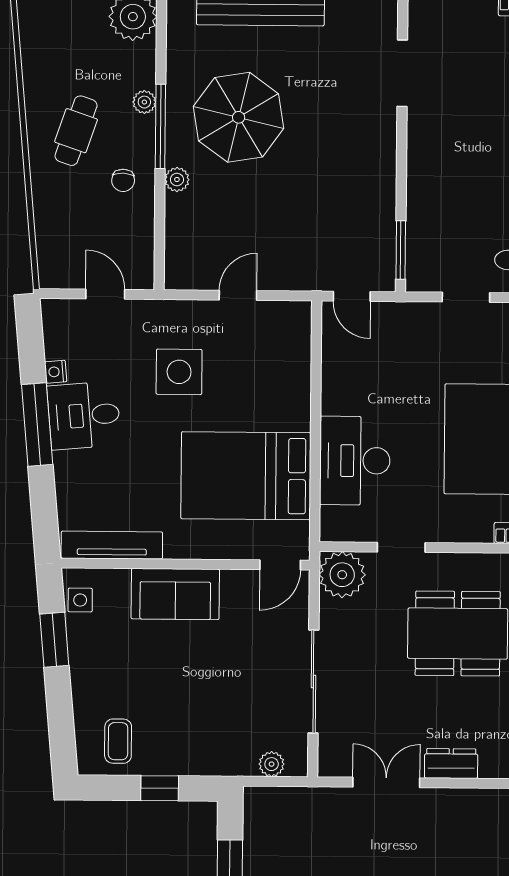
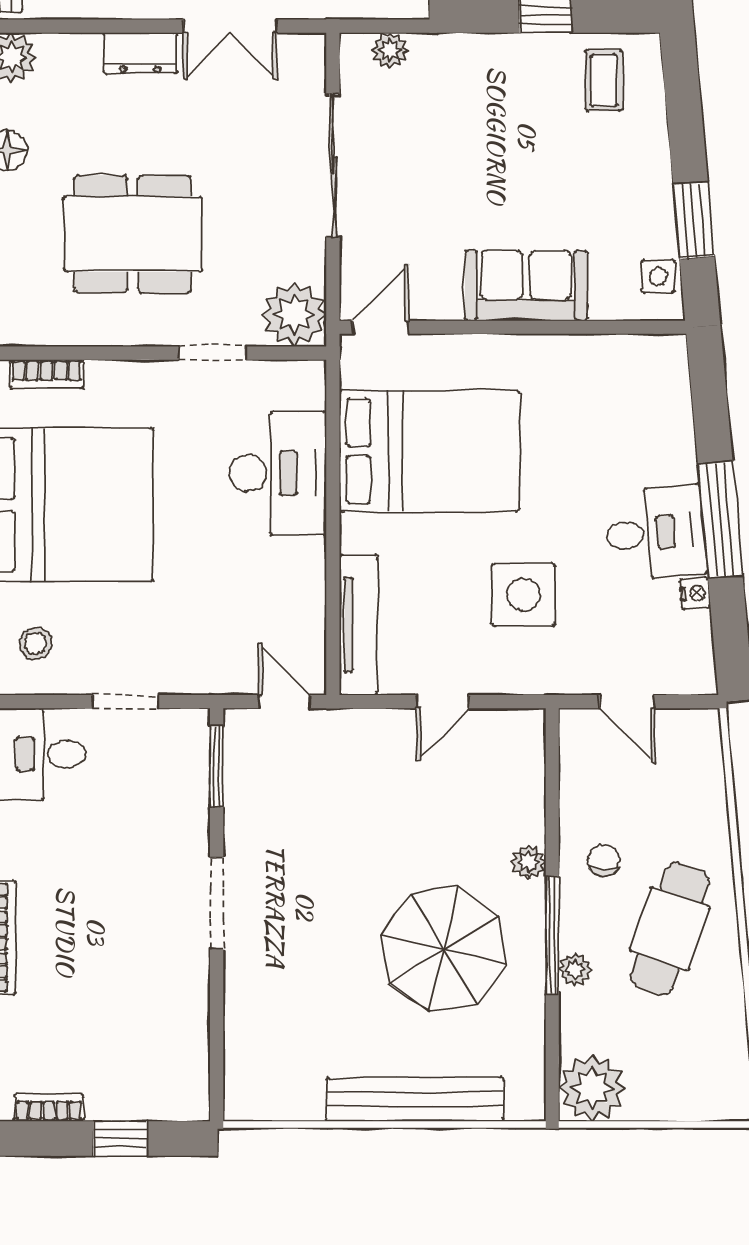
doorway: (402, 73) -> (217, 903), moved
cafe table: (76, 131) -> (670, 929), width x1.37, depth x1.35
tv unit: (112, 545) -> (358, 625), moved, turned -90

